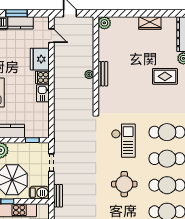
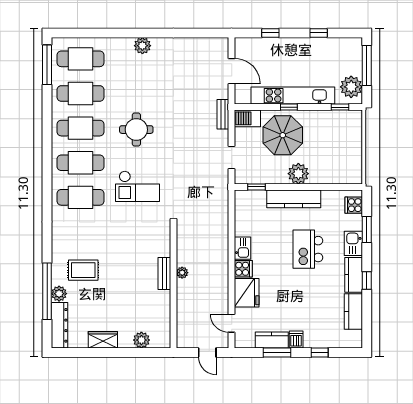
plant: (104, 23) -> (141, 340), moved
checkout: (123, 141) -> (137, 186), turned -90

